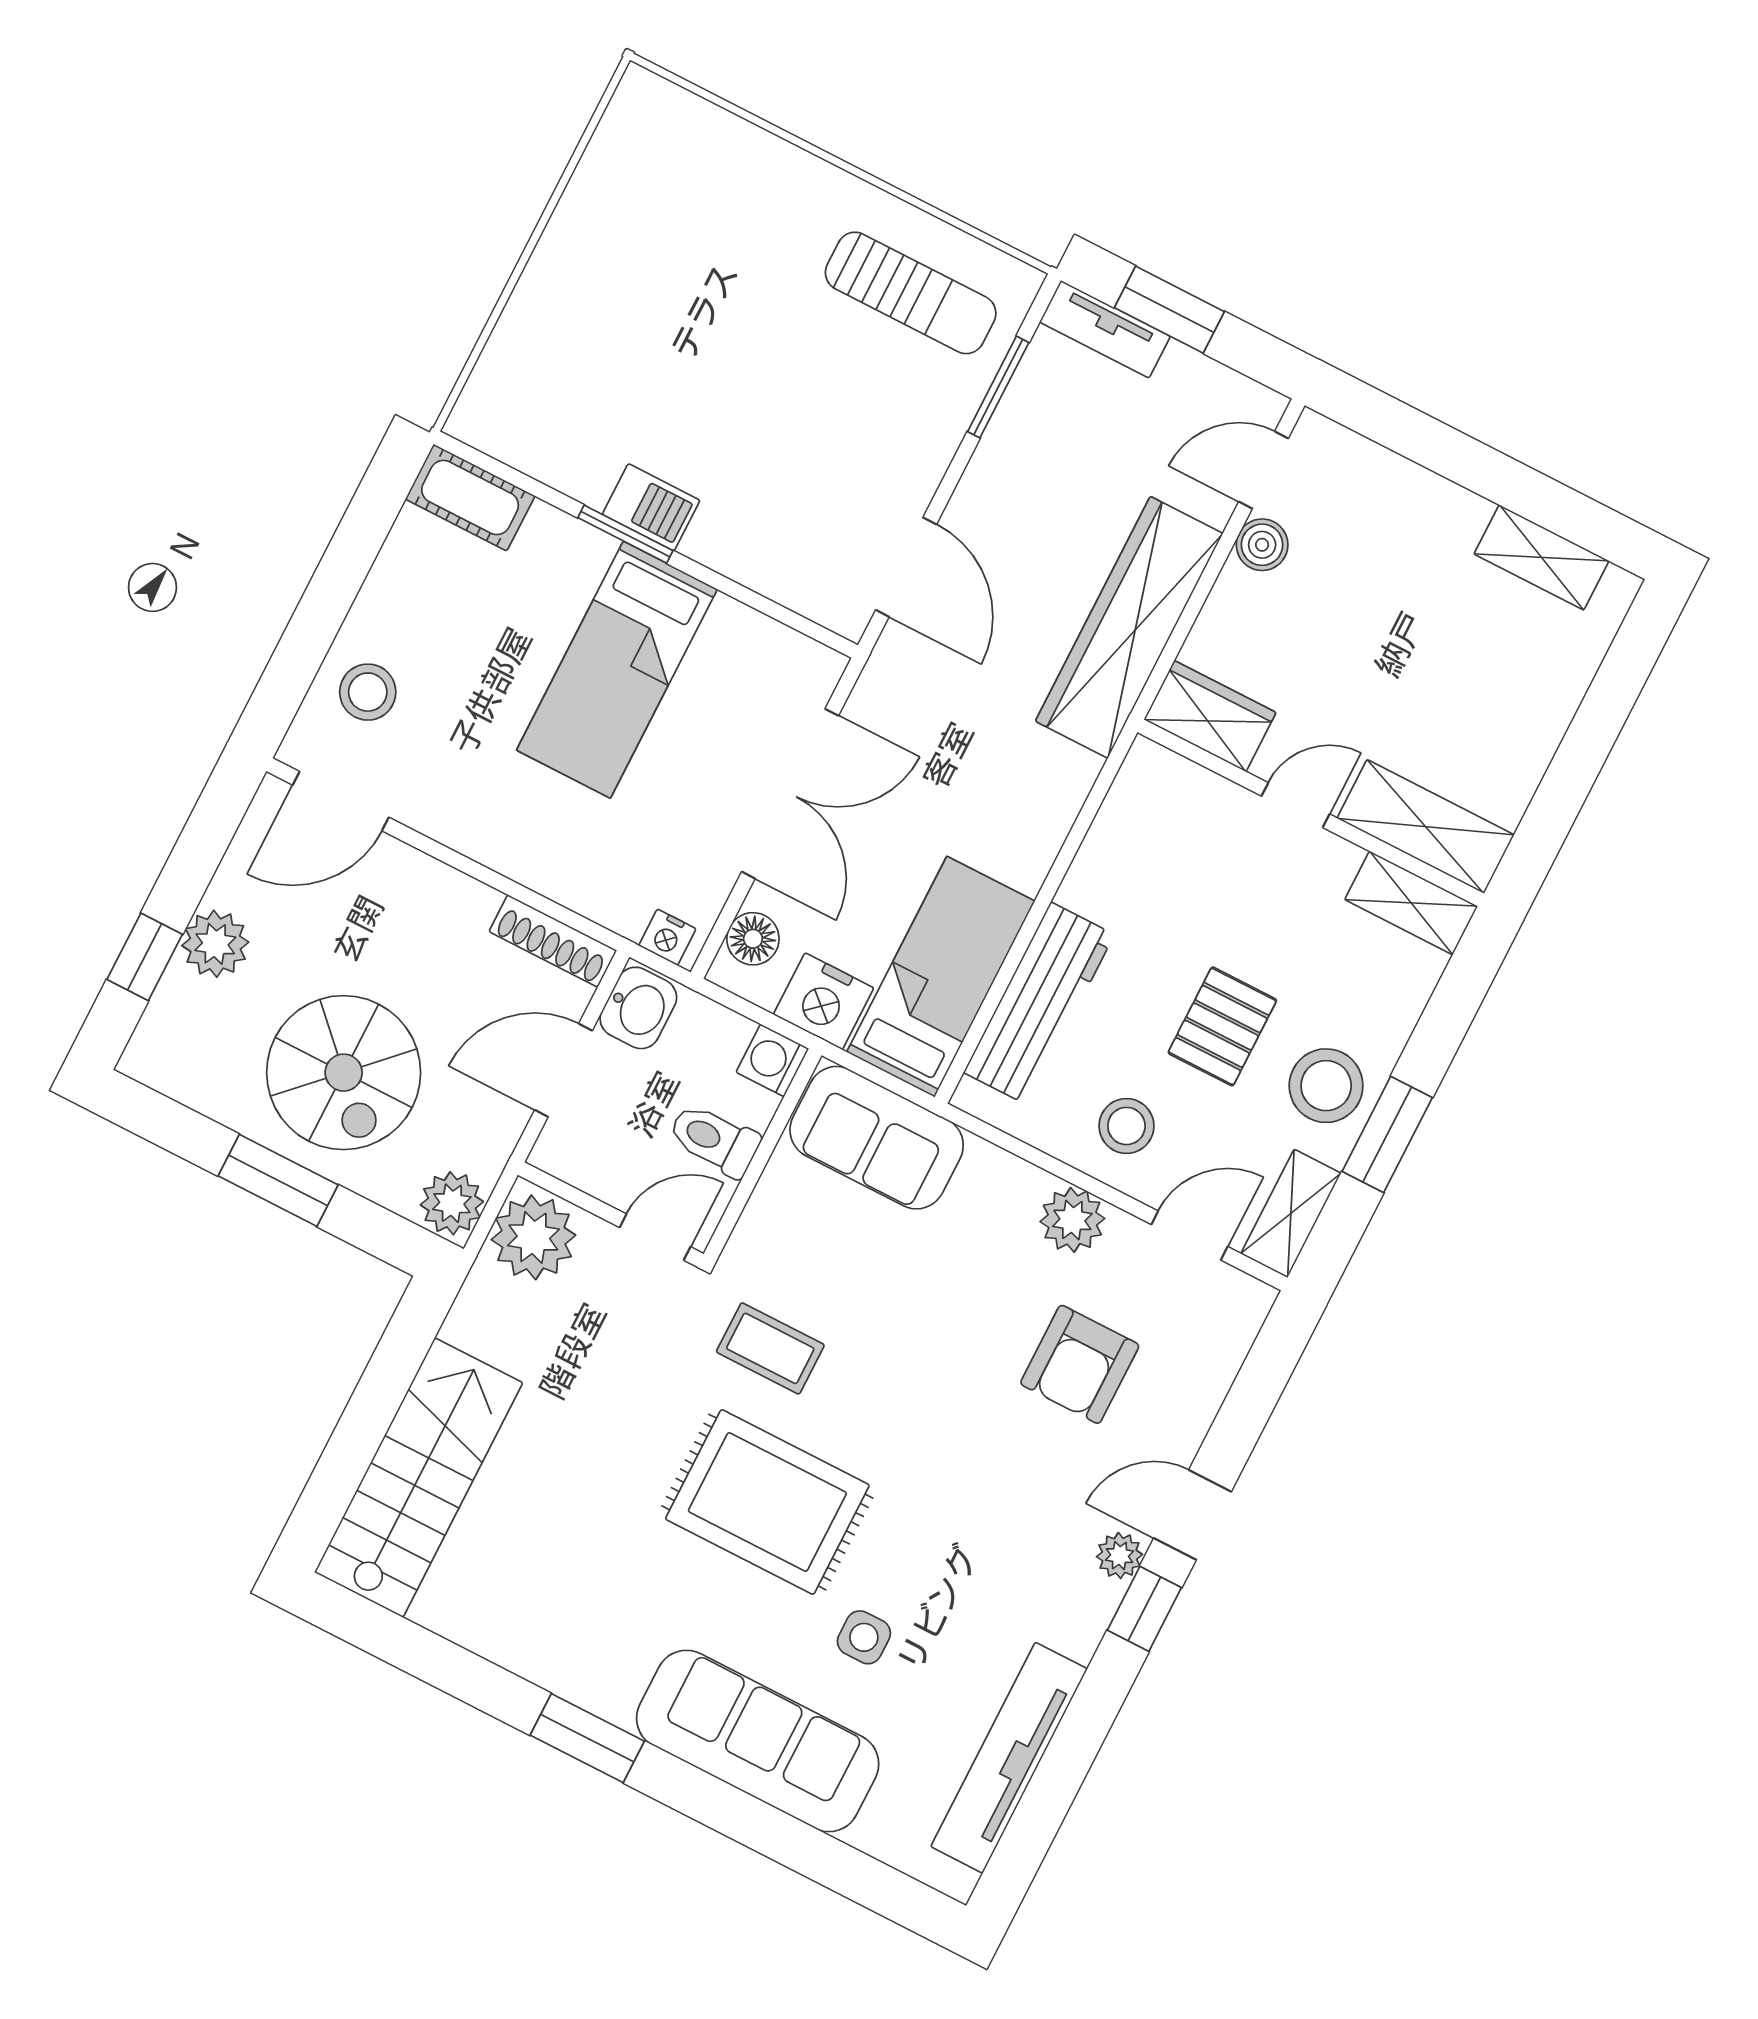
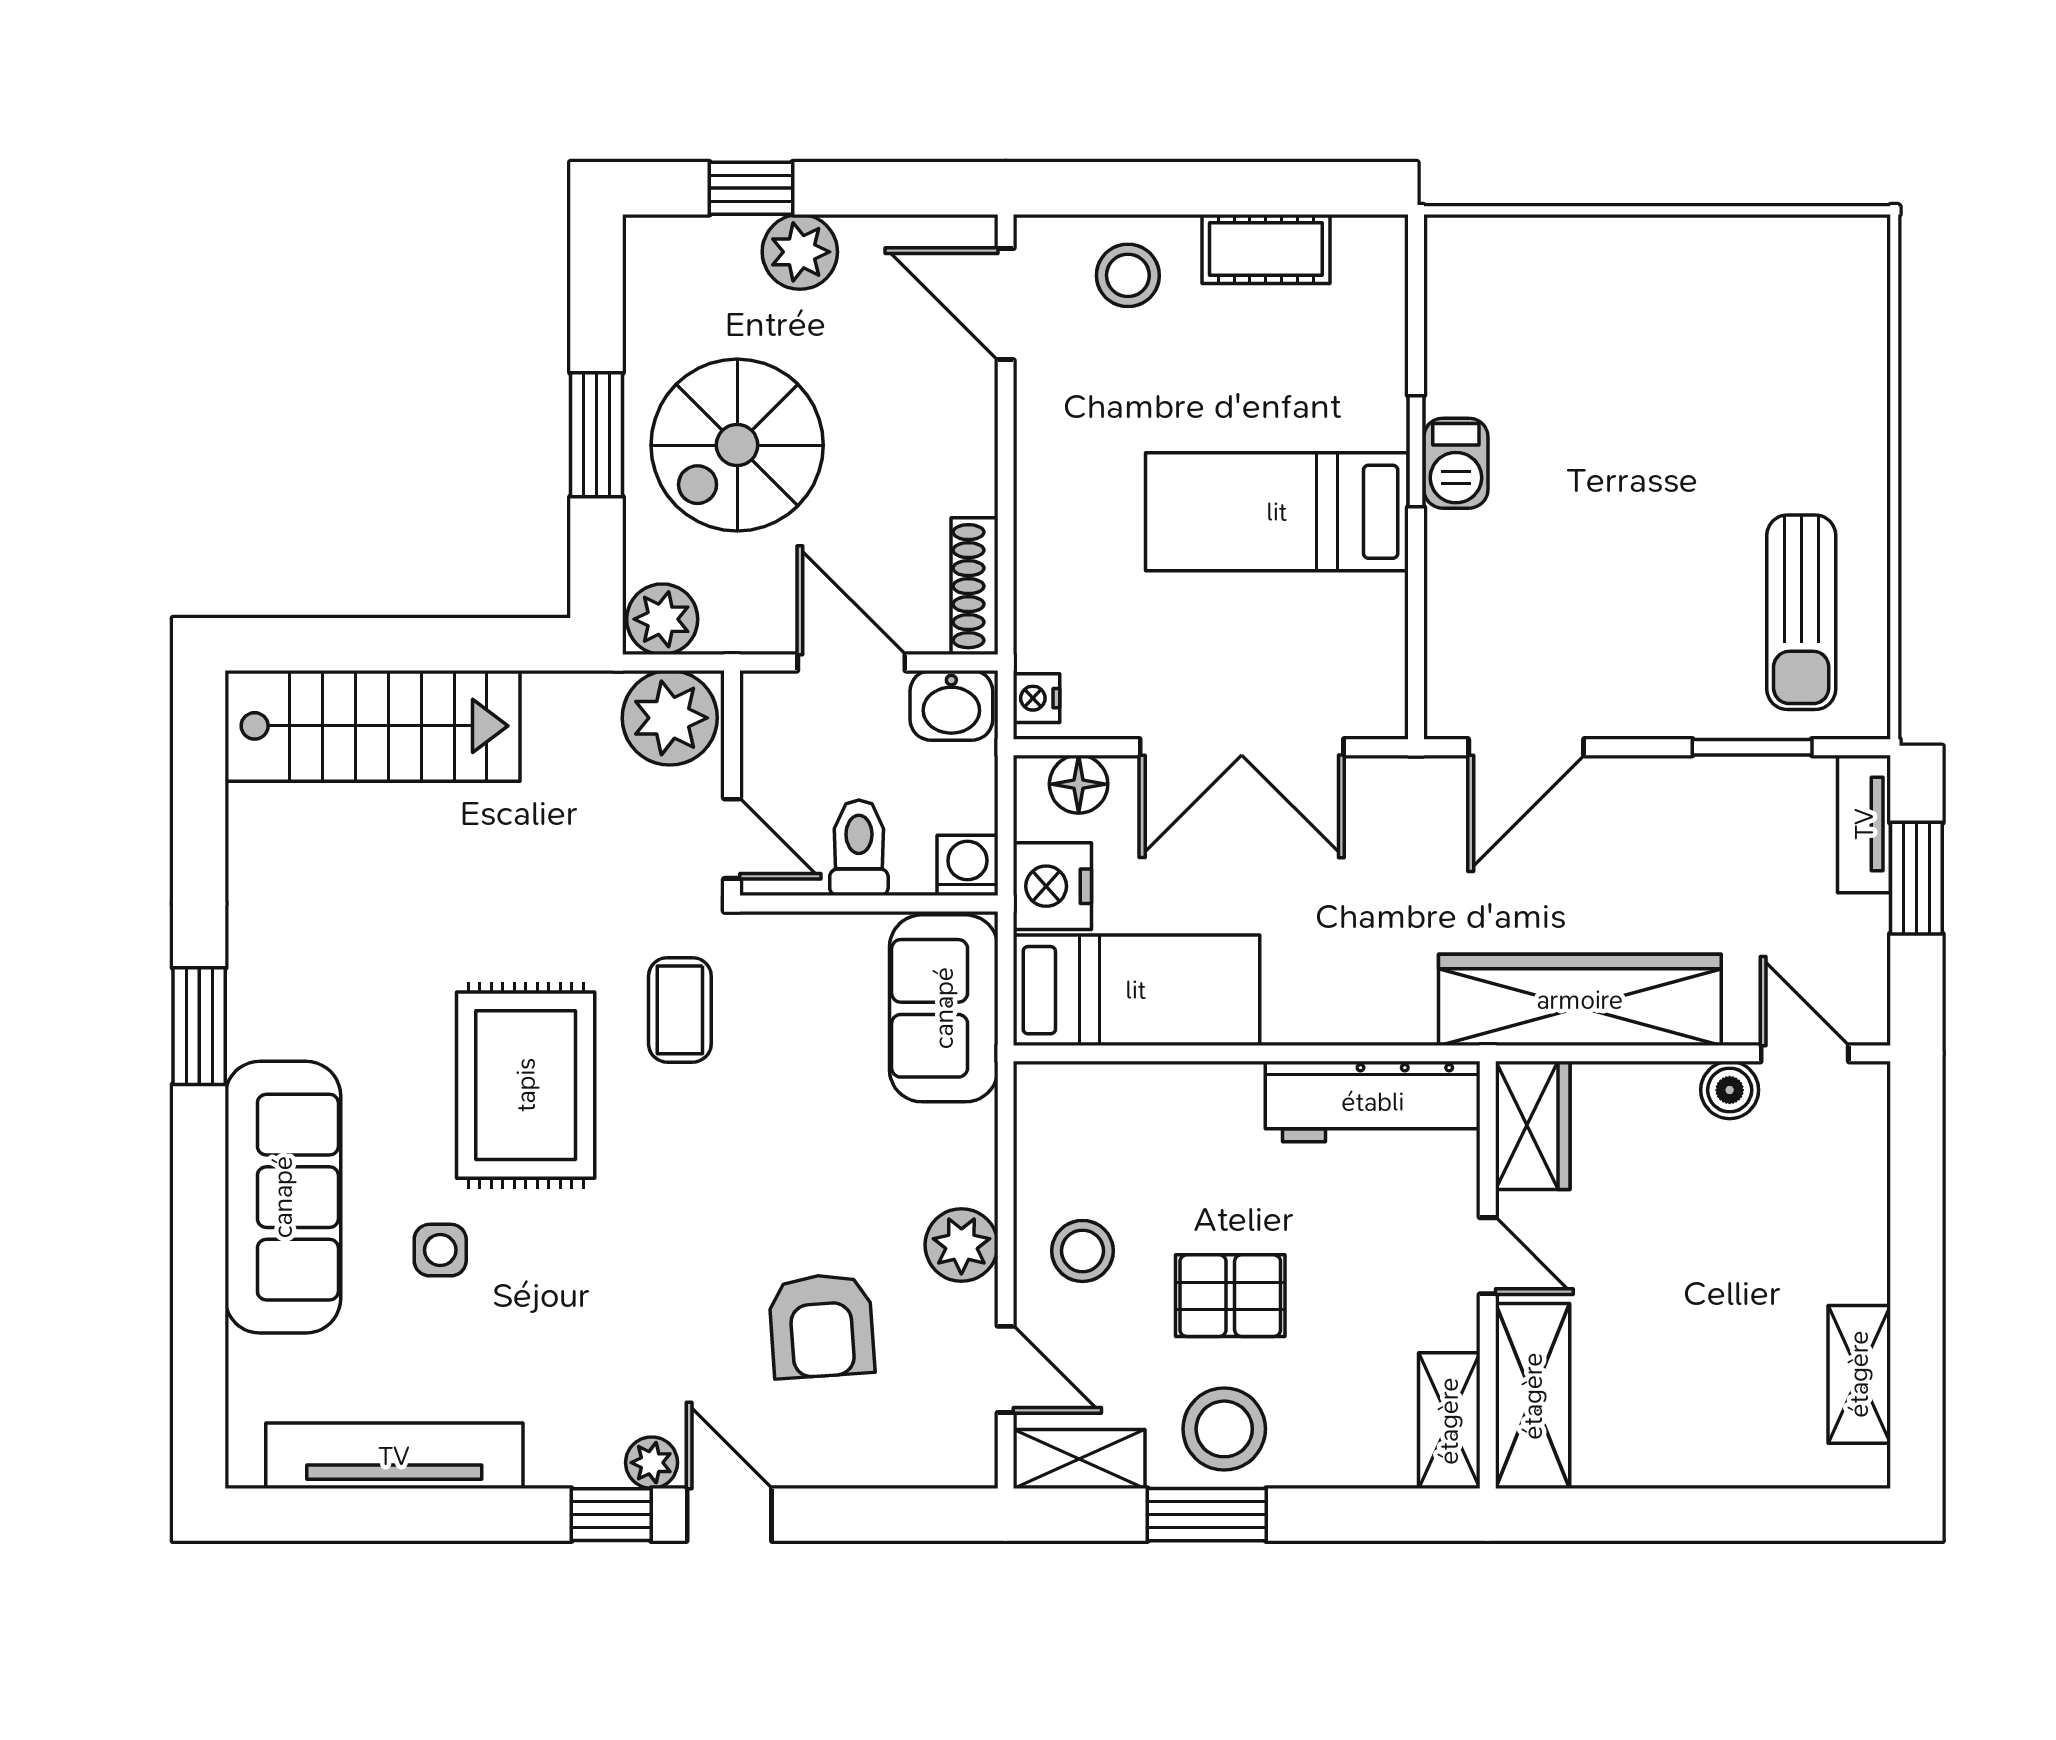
cot: (470, 497) -> (1266, 249), moved, turned 90
workbench: (1039, 1003) -> (1373, 1102), moved
armchair: (1080, 1364) -> (822, 1326), turned -94

